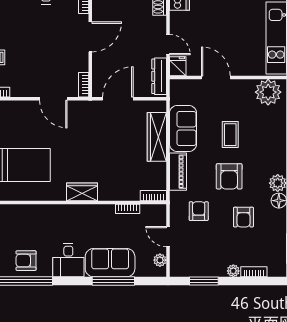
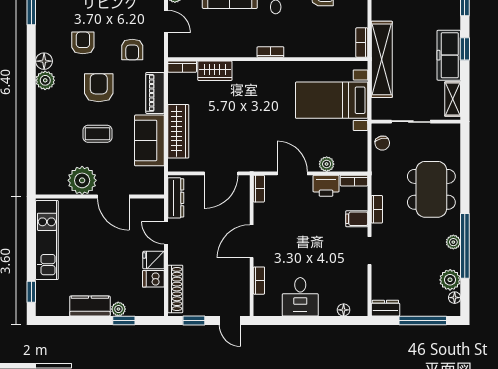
fridge: (178, 66) -> (154, 260), moved, turned 90
printer: (23, 87) -> (326, 186), added
plant: (268, 92) -> (82, 180), moved
plant: (22, 107) -> (327, 164), added
coffee table: (230, 135) -> (98, 134), turned 90
wardrobe: (82, 192) -> (215, 71), moved
bookcase: (128, 209) -> (270, 52), moved

